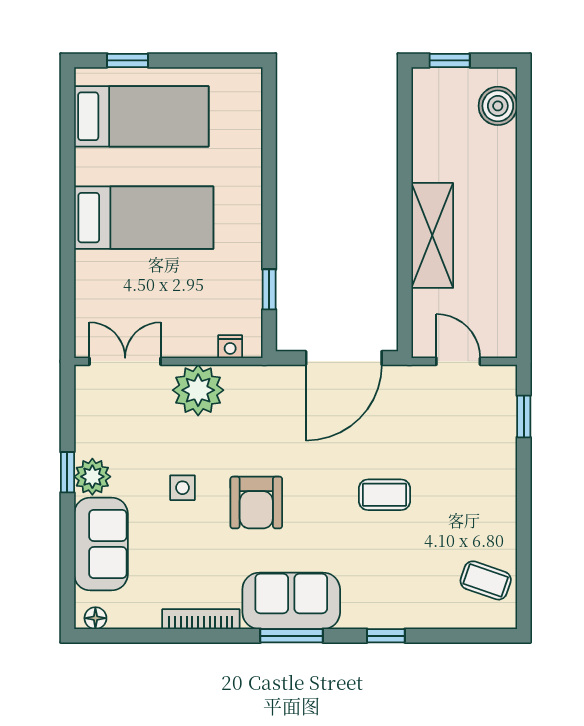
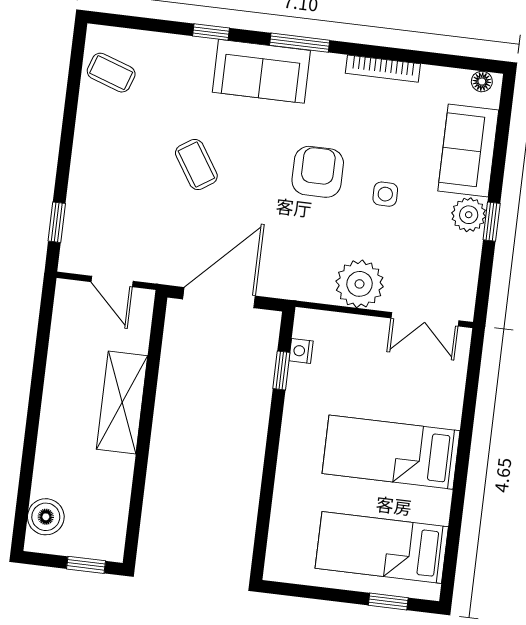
nightstand: (230, 347) -> (301, 351), moved, turned -90
coffee table: (385, 495) -> (196, 165), turned 57
sofa: (291, 601) -> (261, 71), moved

